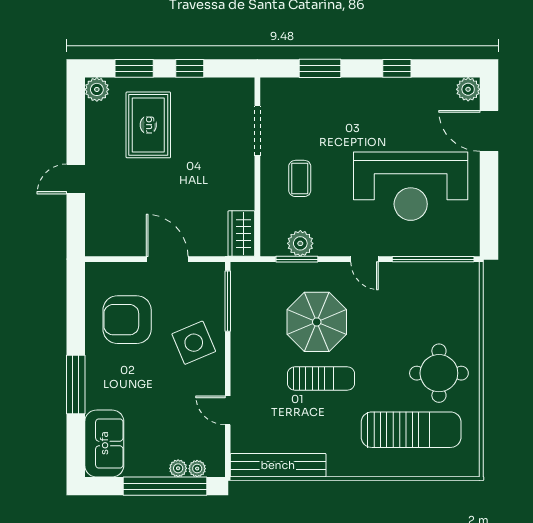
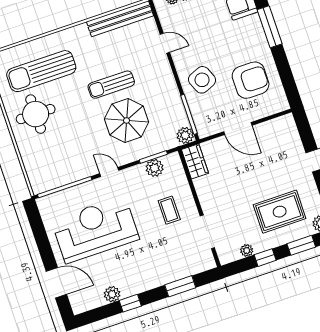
plant: (212, 87) -> (247, 250), added
plant: (468, 89) -> (112, 294), moved
rug: (148, 125) -> (280, 212), turned 90
plant: (243, 274) -> (185, 135), added

